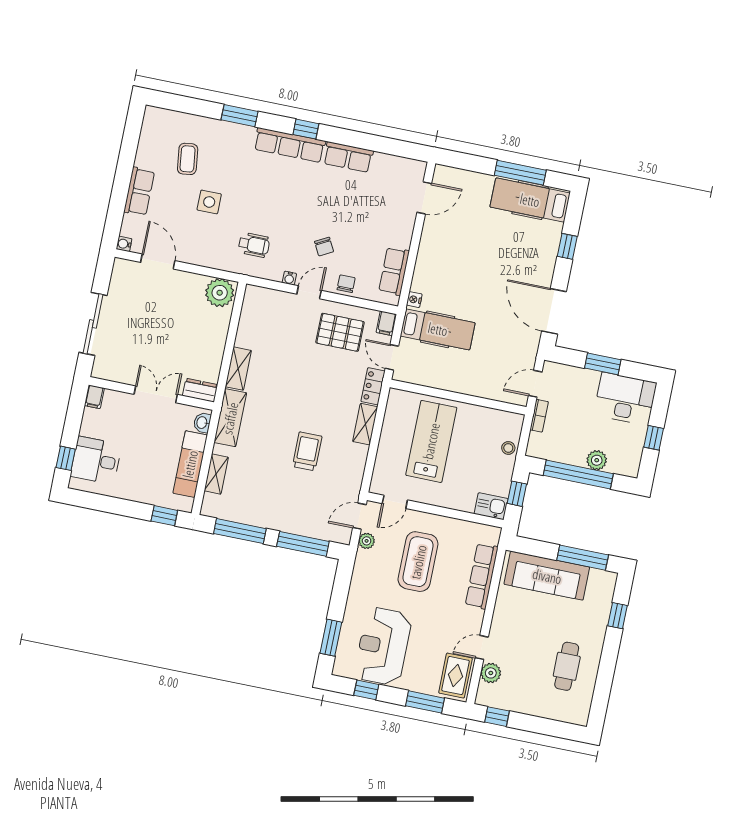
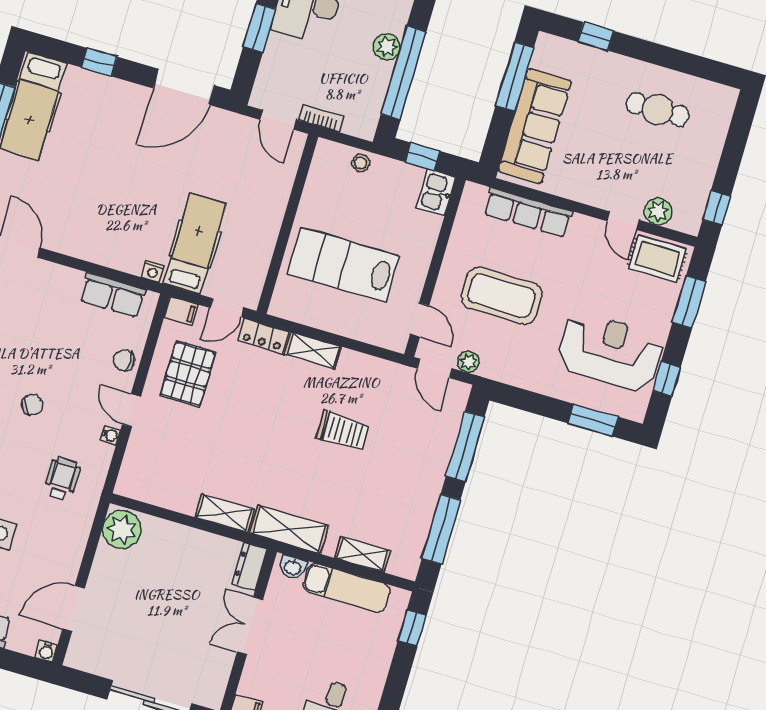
chair: (324, 247) -> (32, 405), moved
trolley: (307, 451) -> (343, 431), turned 180
reception desk: (383, 646) -> (610, 352), turned 180

